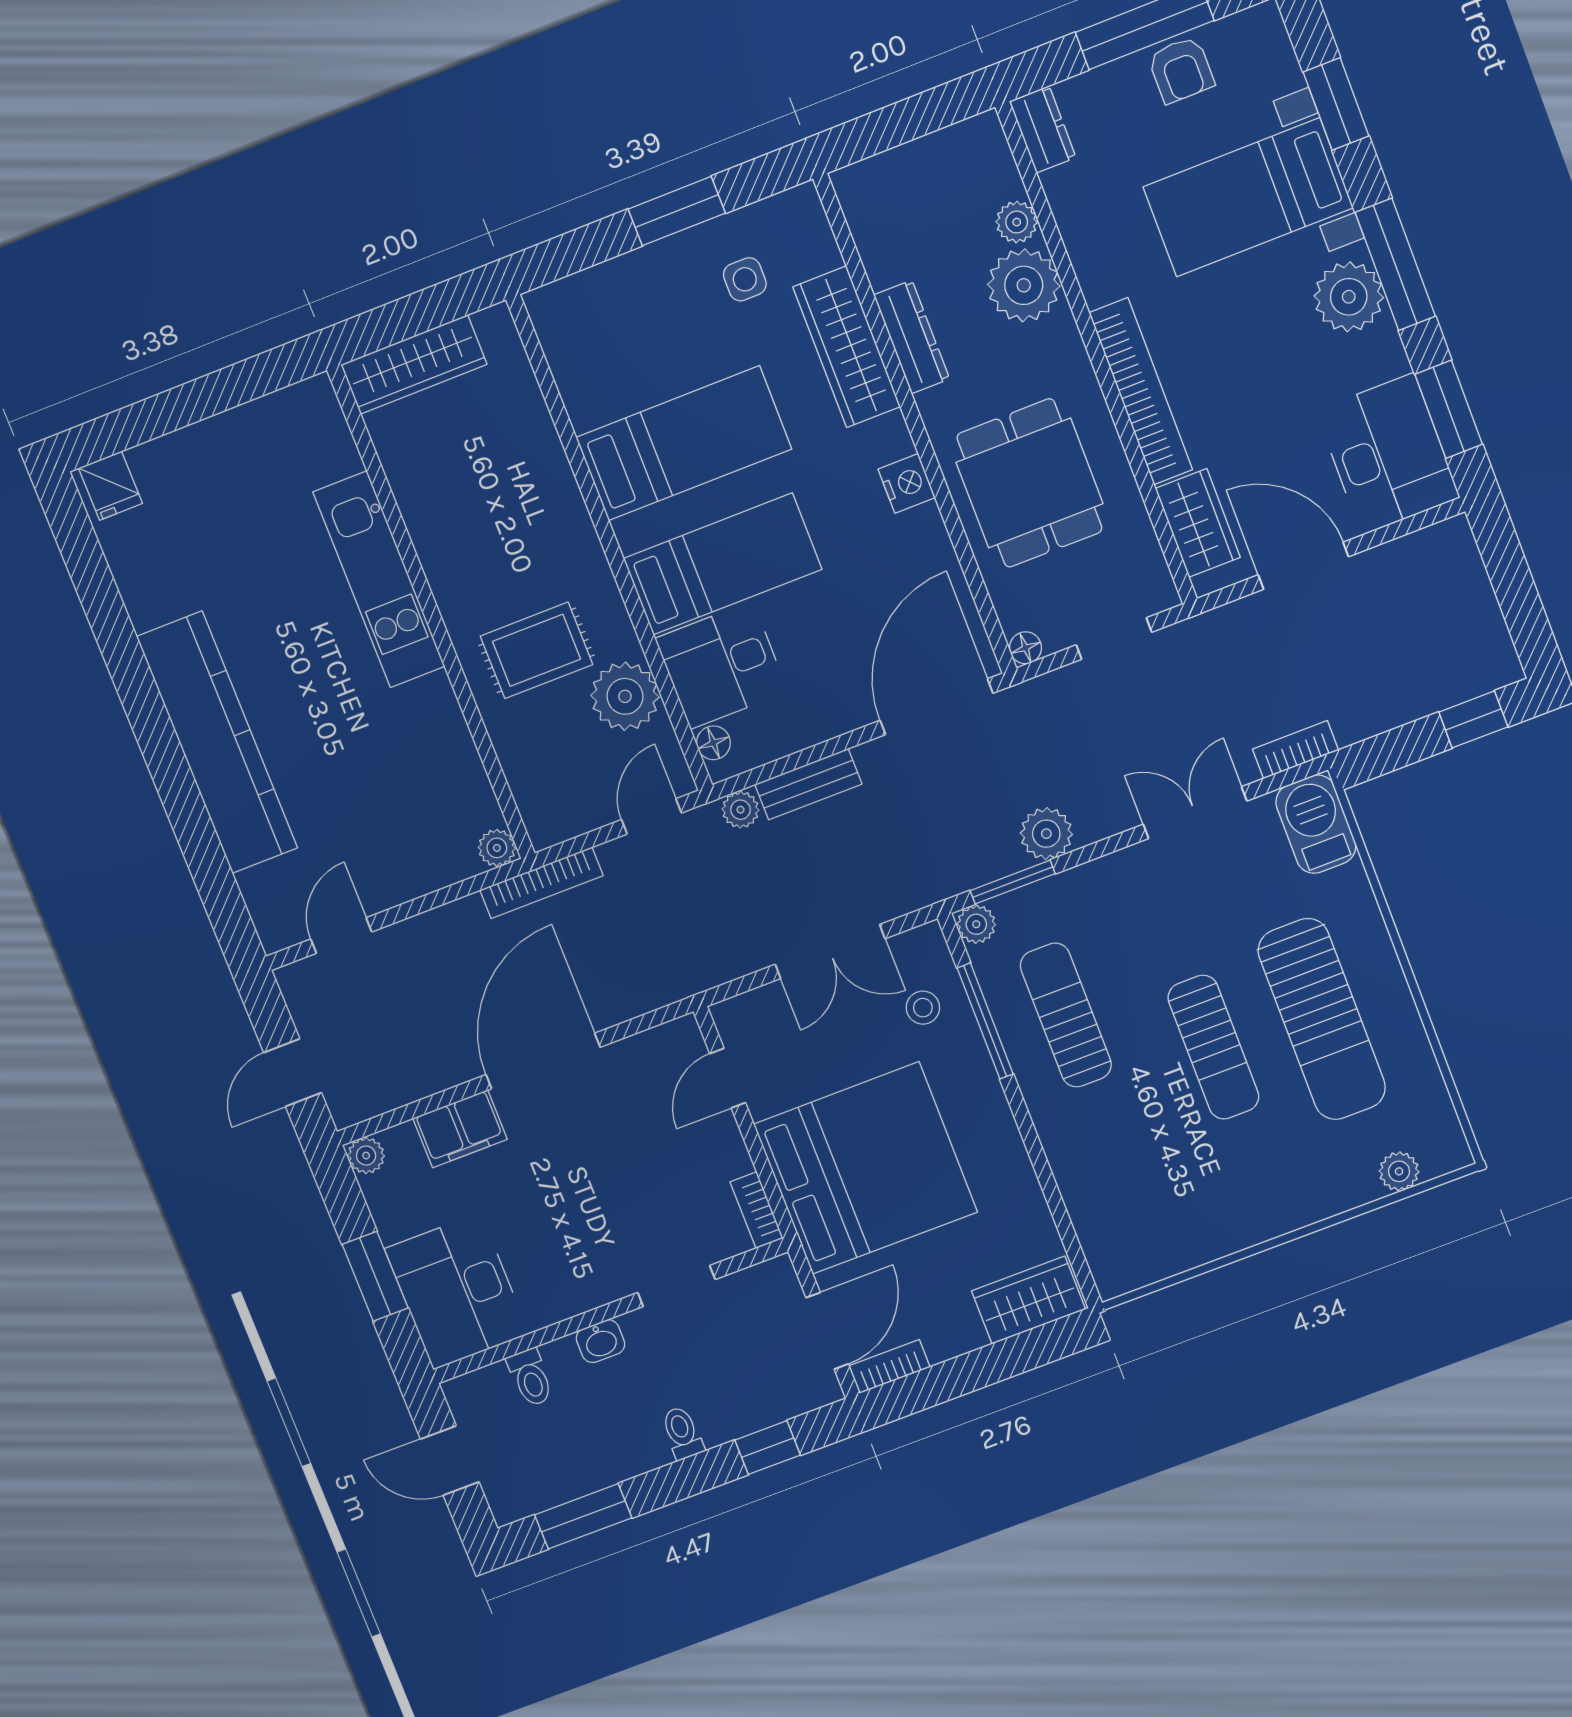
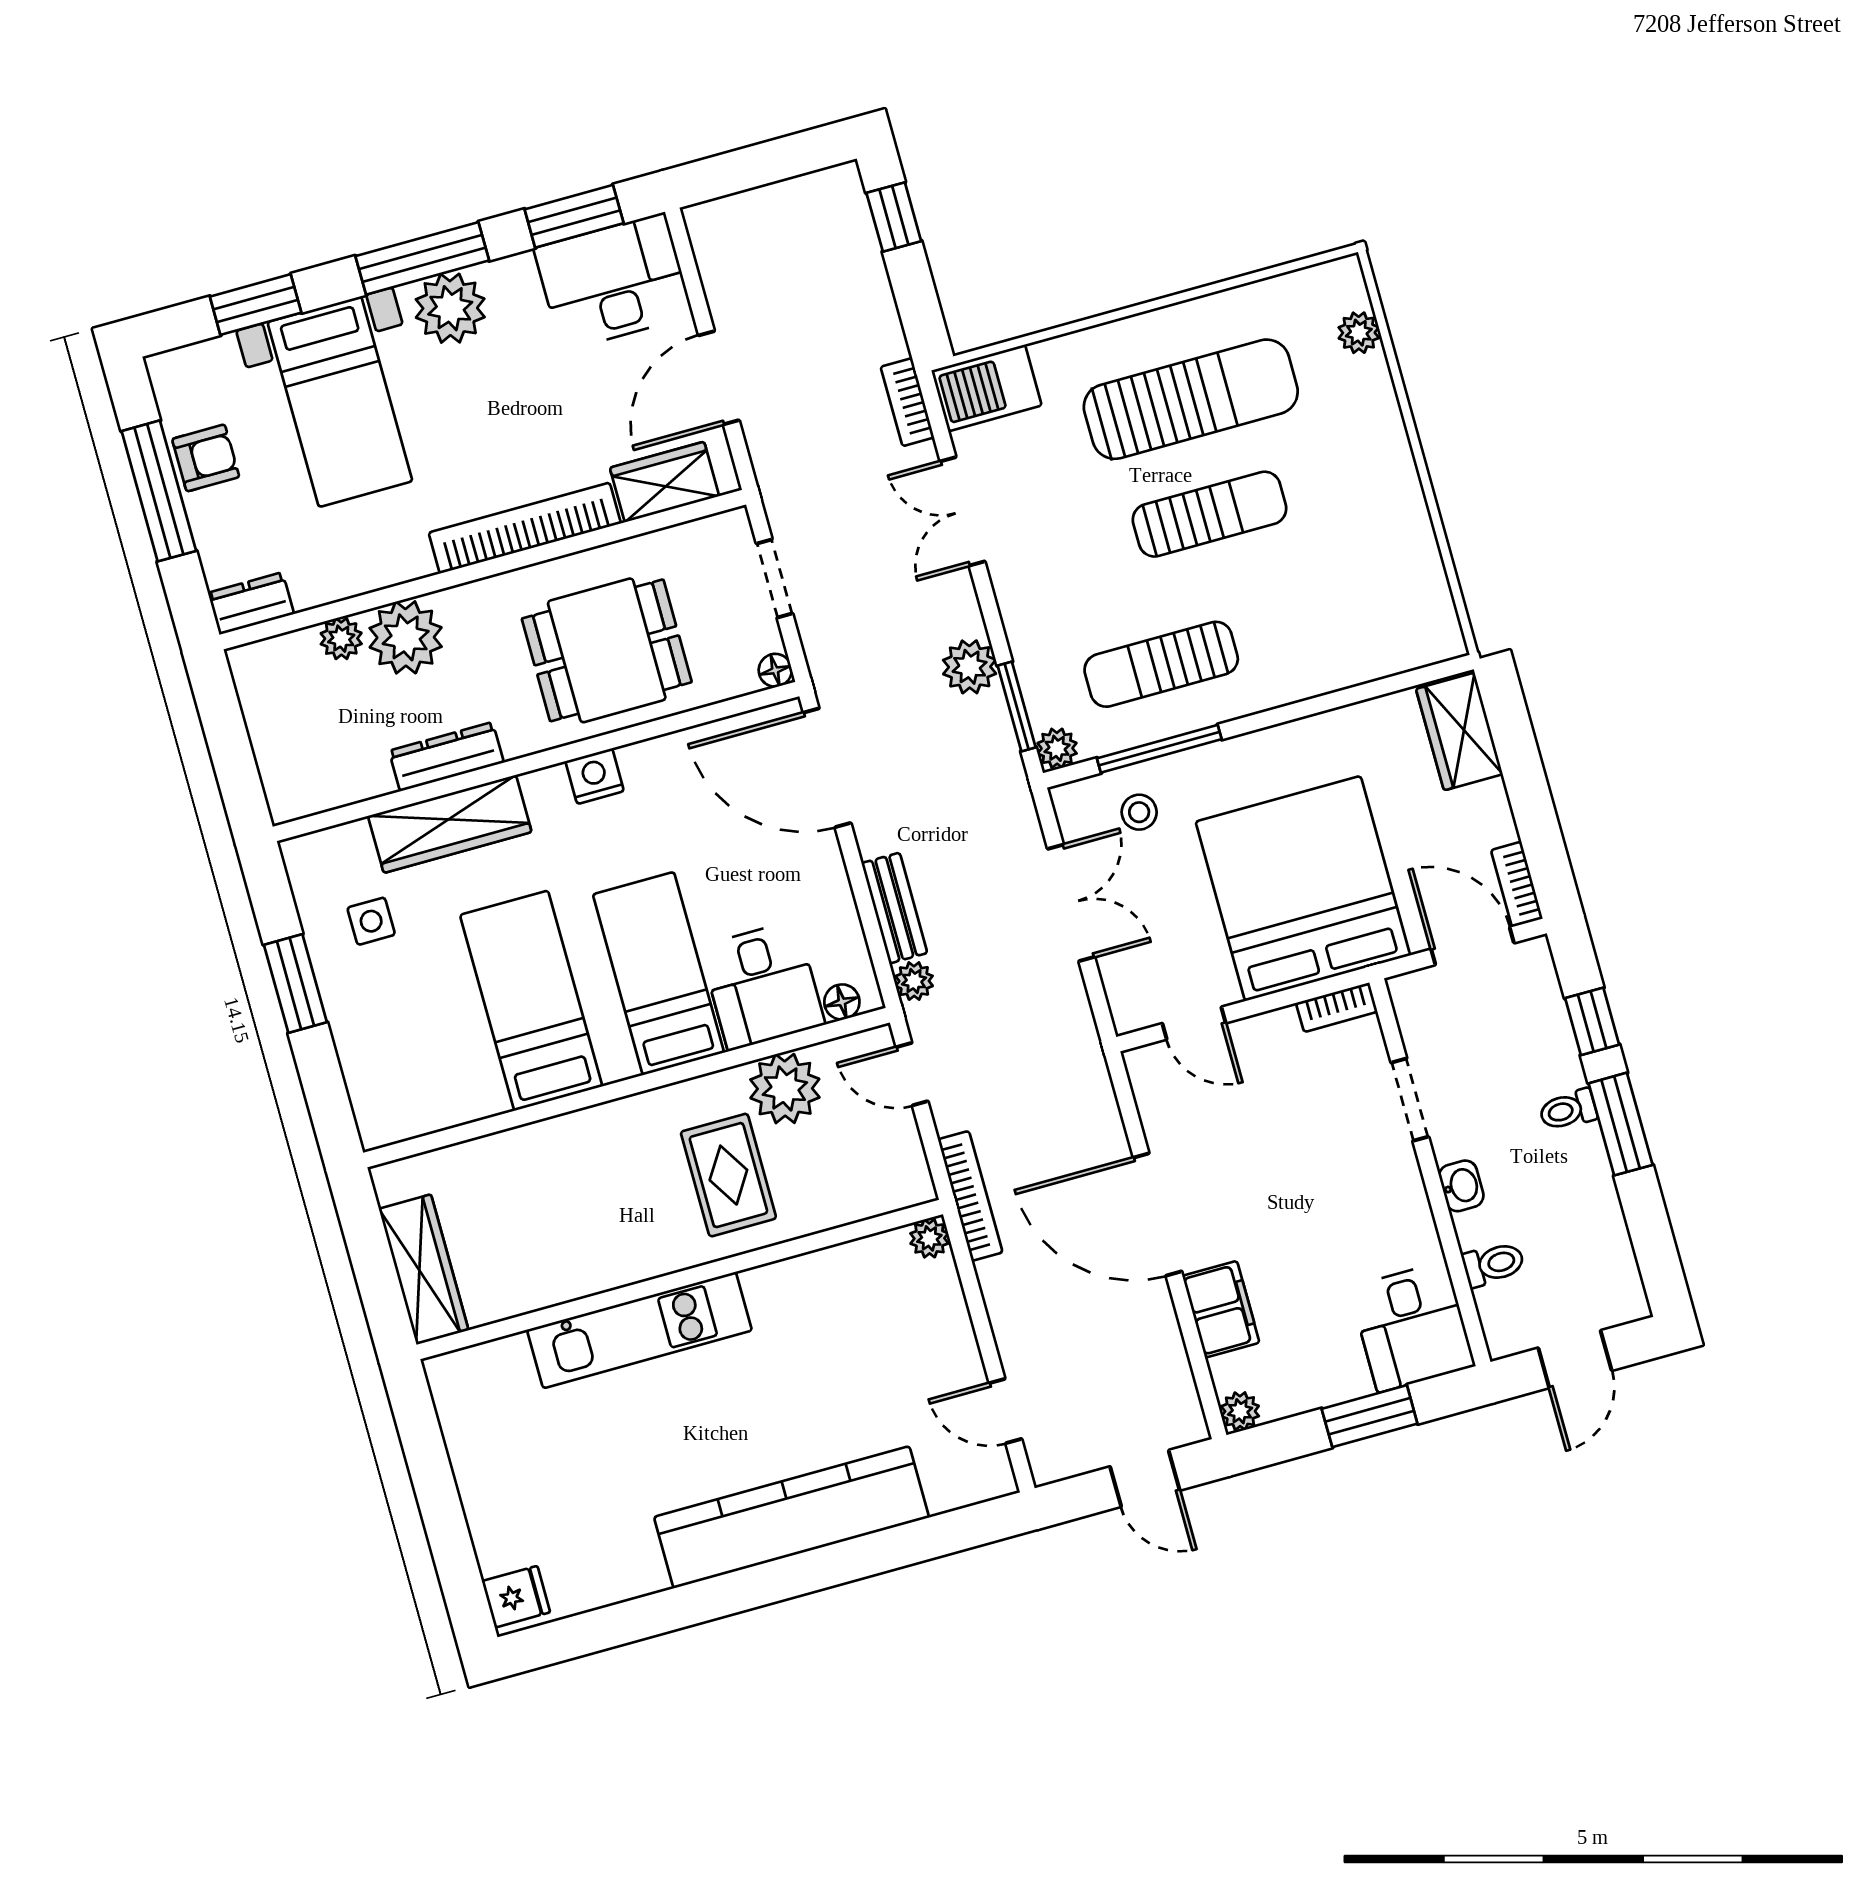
desk: (457, 1291) -> (1412, 1327), width x0.73
window: (583, 1516) -> (1621, 1124), moved

